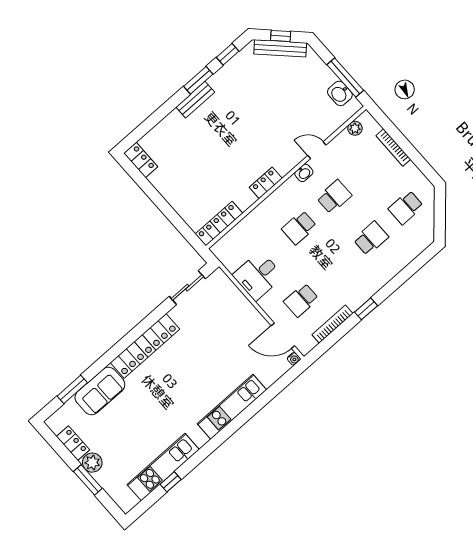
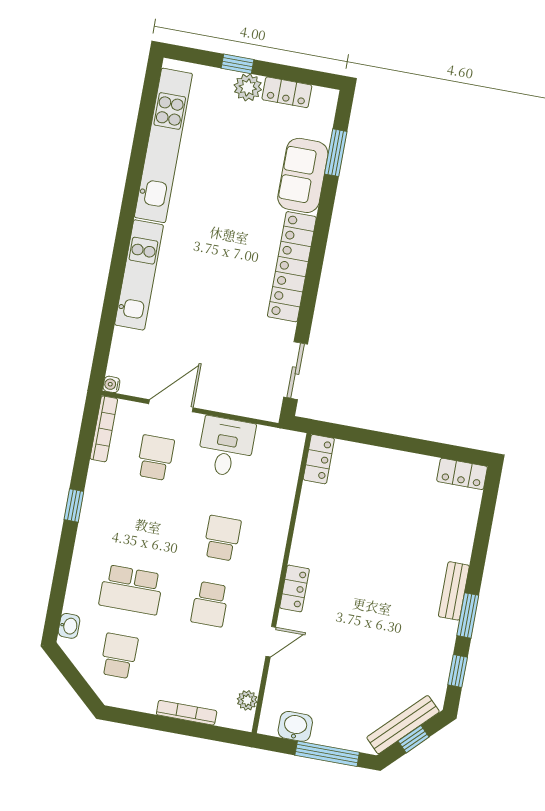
window: (345, 78) -> (327, 754), moved
washbasin: (304, 173) -> (69, 626), moved, turned 180
locker: (266, 183) -> (294, 588), moved
locker: (219, 224) -> (319, 459), width x0.66
school desk: (371, 238) -> (131, 590), width x1.85
bookcase: (332, 324) -> (104, 429), moved
door: (283, 336) -> (171, 406), moved
kitchen unit: (163, 467) -> (163, 145), width x1.36
window: (88, 480) -> (238, 64), width x0.67
window: (171, 482) -> (142, 135), removed

